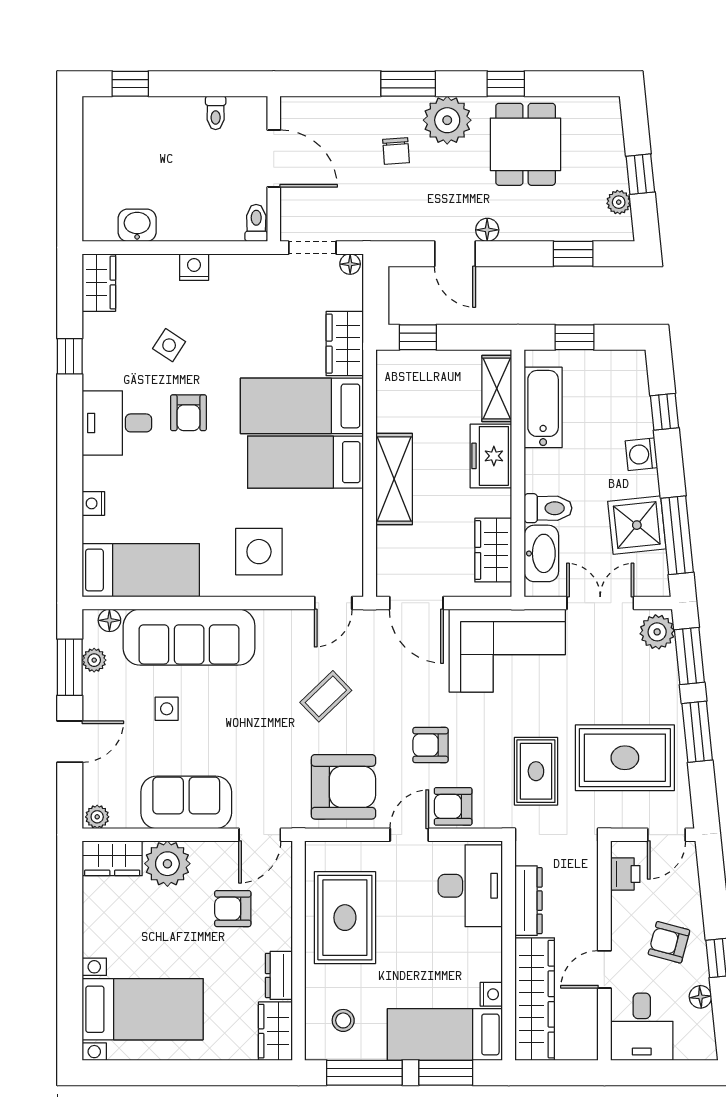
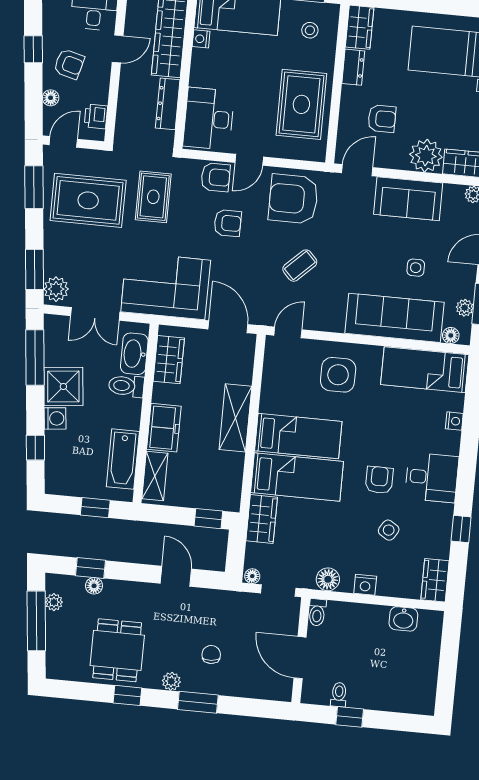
window: (130, 84) -> (350, 717), moved
plant: (447, 120) -> (171, 681), width x0.53, depth x0.53
window: (640, 174) -> (36, 621), width x2.17
floor lamp: (487, 230) -> (94, 586), moved
floor lamp: (246, 270) -> (328, 579), added
shower: (637, 525) -> (63, 386), moved
window: (697, 732) -> (34, 187), moved
floor lamp: (700, 997) -> (51, 98), moved

